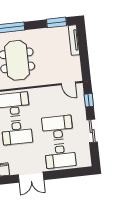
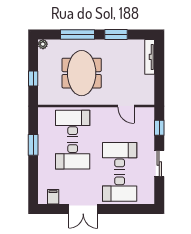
window: (57, 22) -> (116, 35), moved
door: (68, 83) -> (126, 106), moved

